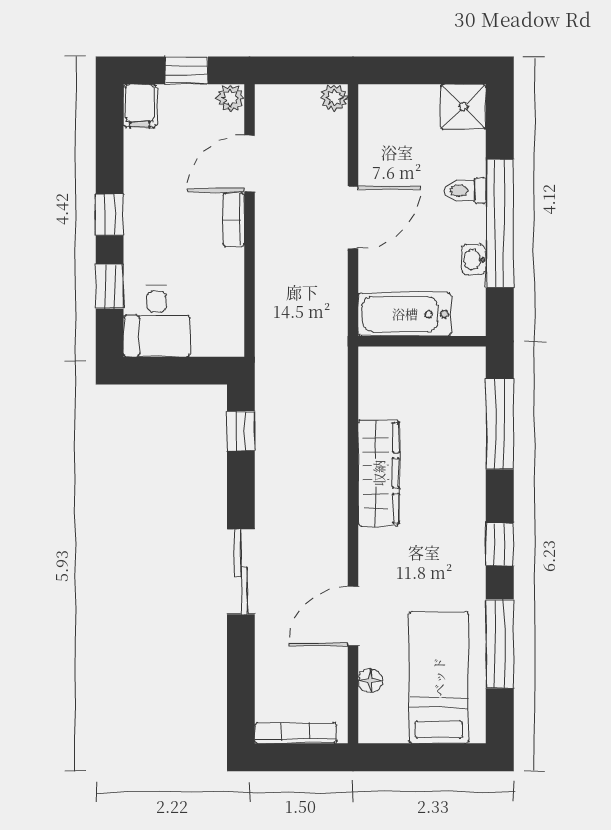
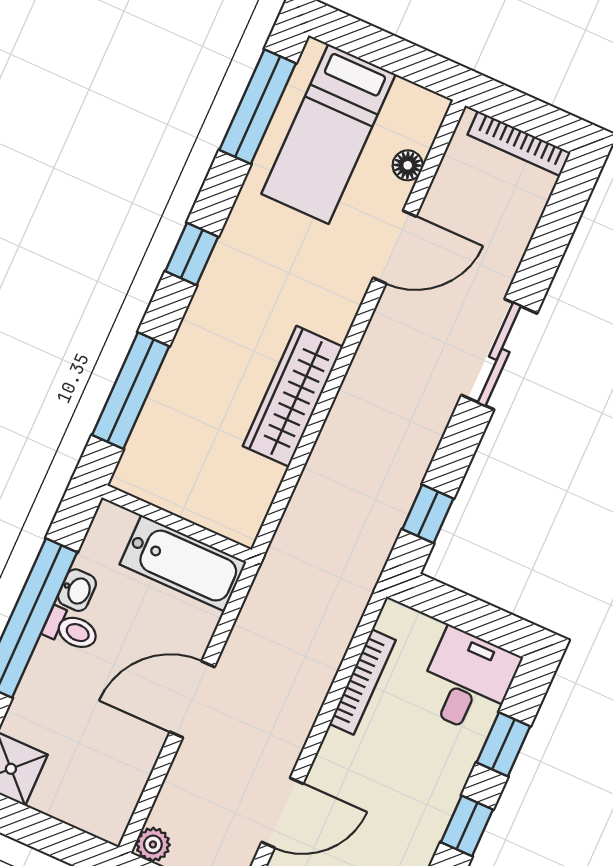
toilet: (465, 191) -> (71, 630), moved
bookcase: (234, 220) -> (363, 682), moved, width x1.56
window: (500, 644) -> (258, 107), moved

